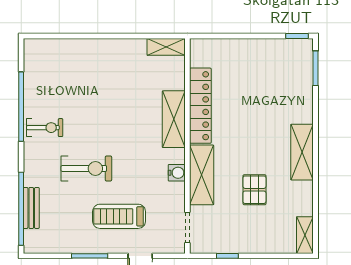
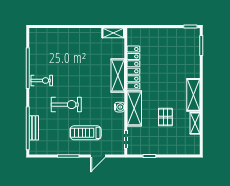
shelving: (305, 235) -> (195, 123), moved

